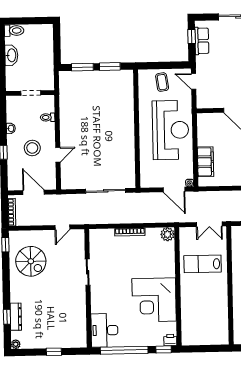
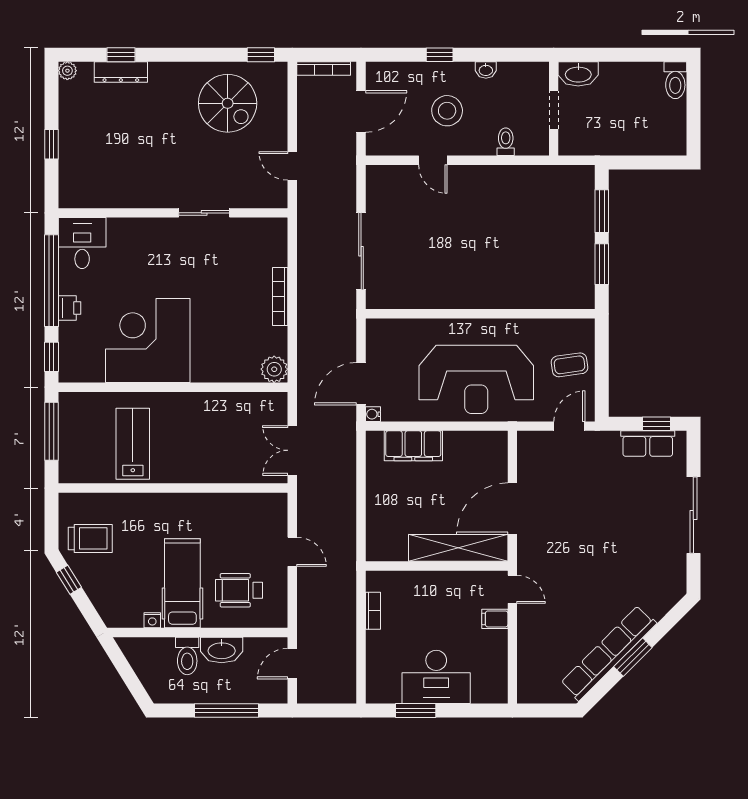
washbasin: (11, 55) -> (578, 74), moved
spiral stairs: (31, 261) -> (228, 103), turned -90
lab bench: (203, 264) -> (133, 444), moved
desk: (104, 330) -> (82, 243), width x0.73
printer: (170, 340) -> (69, 308), moved
window: (202, 349) -> (51, 431), added

